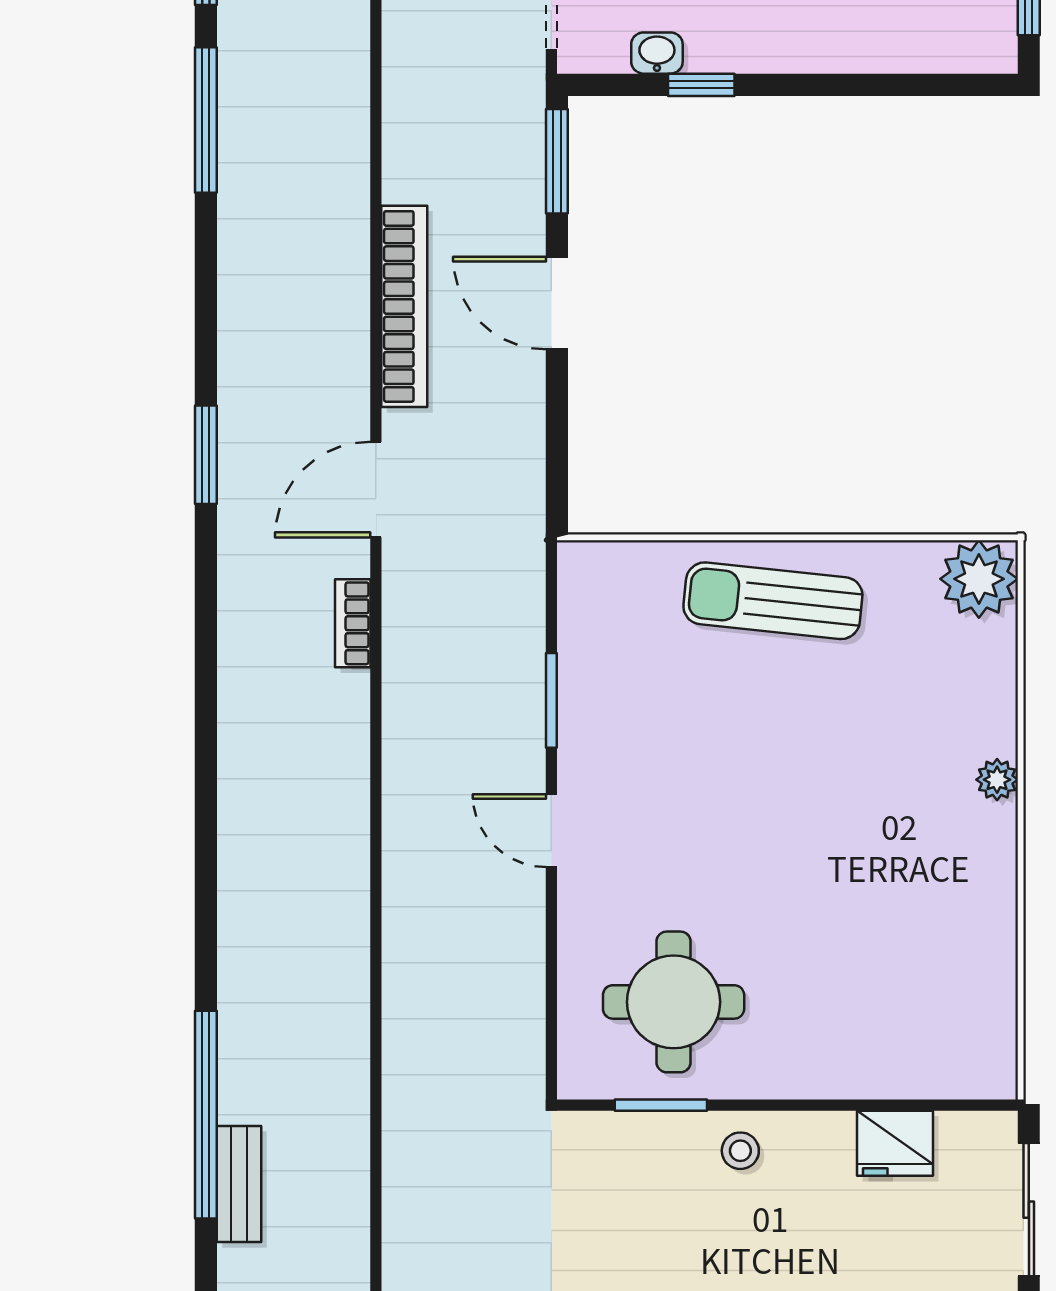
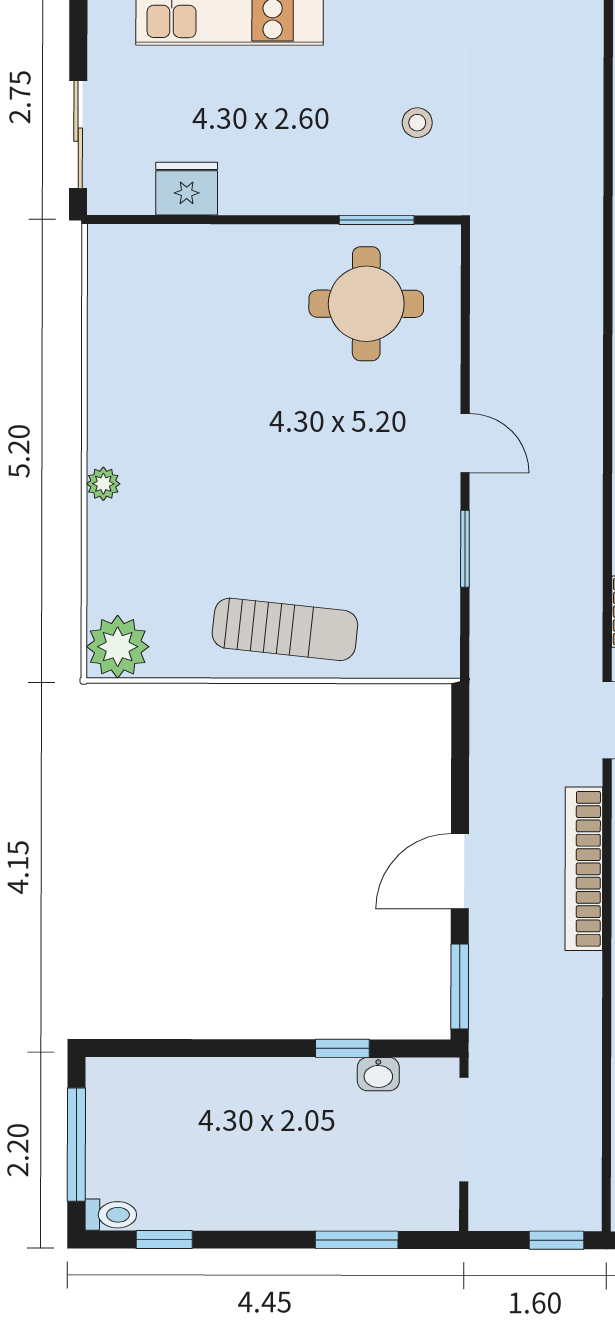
door: (557, 303) -> (460, 871), swing flipped
stool: (740, 1151) -> (417, 123), moved

